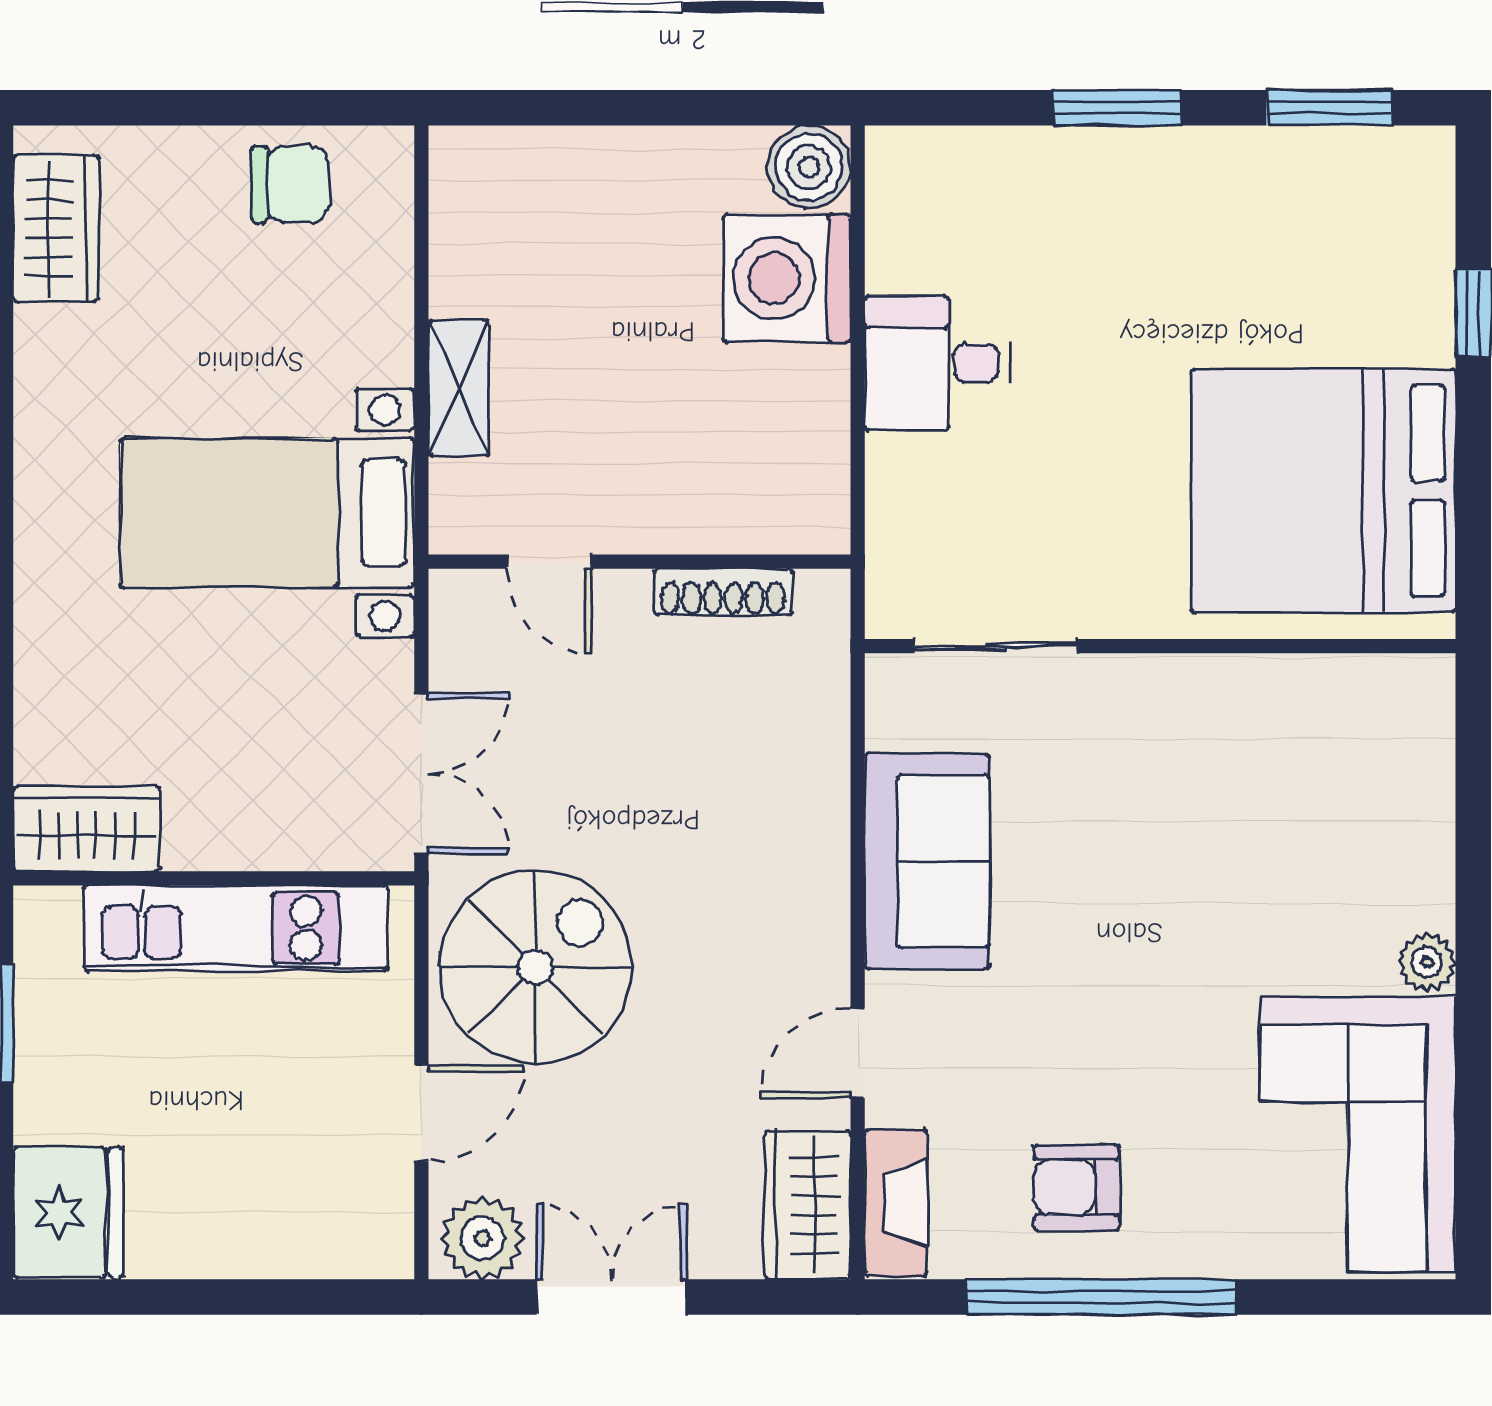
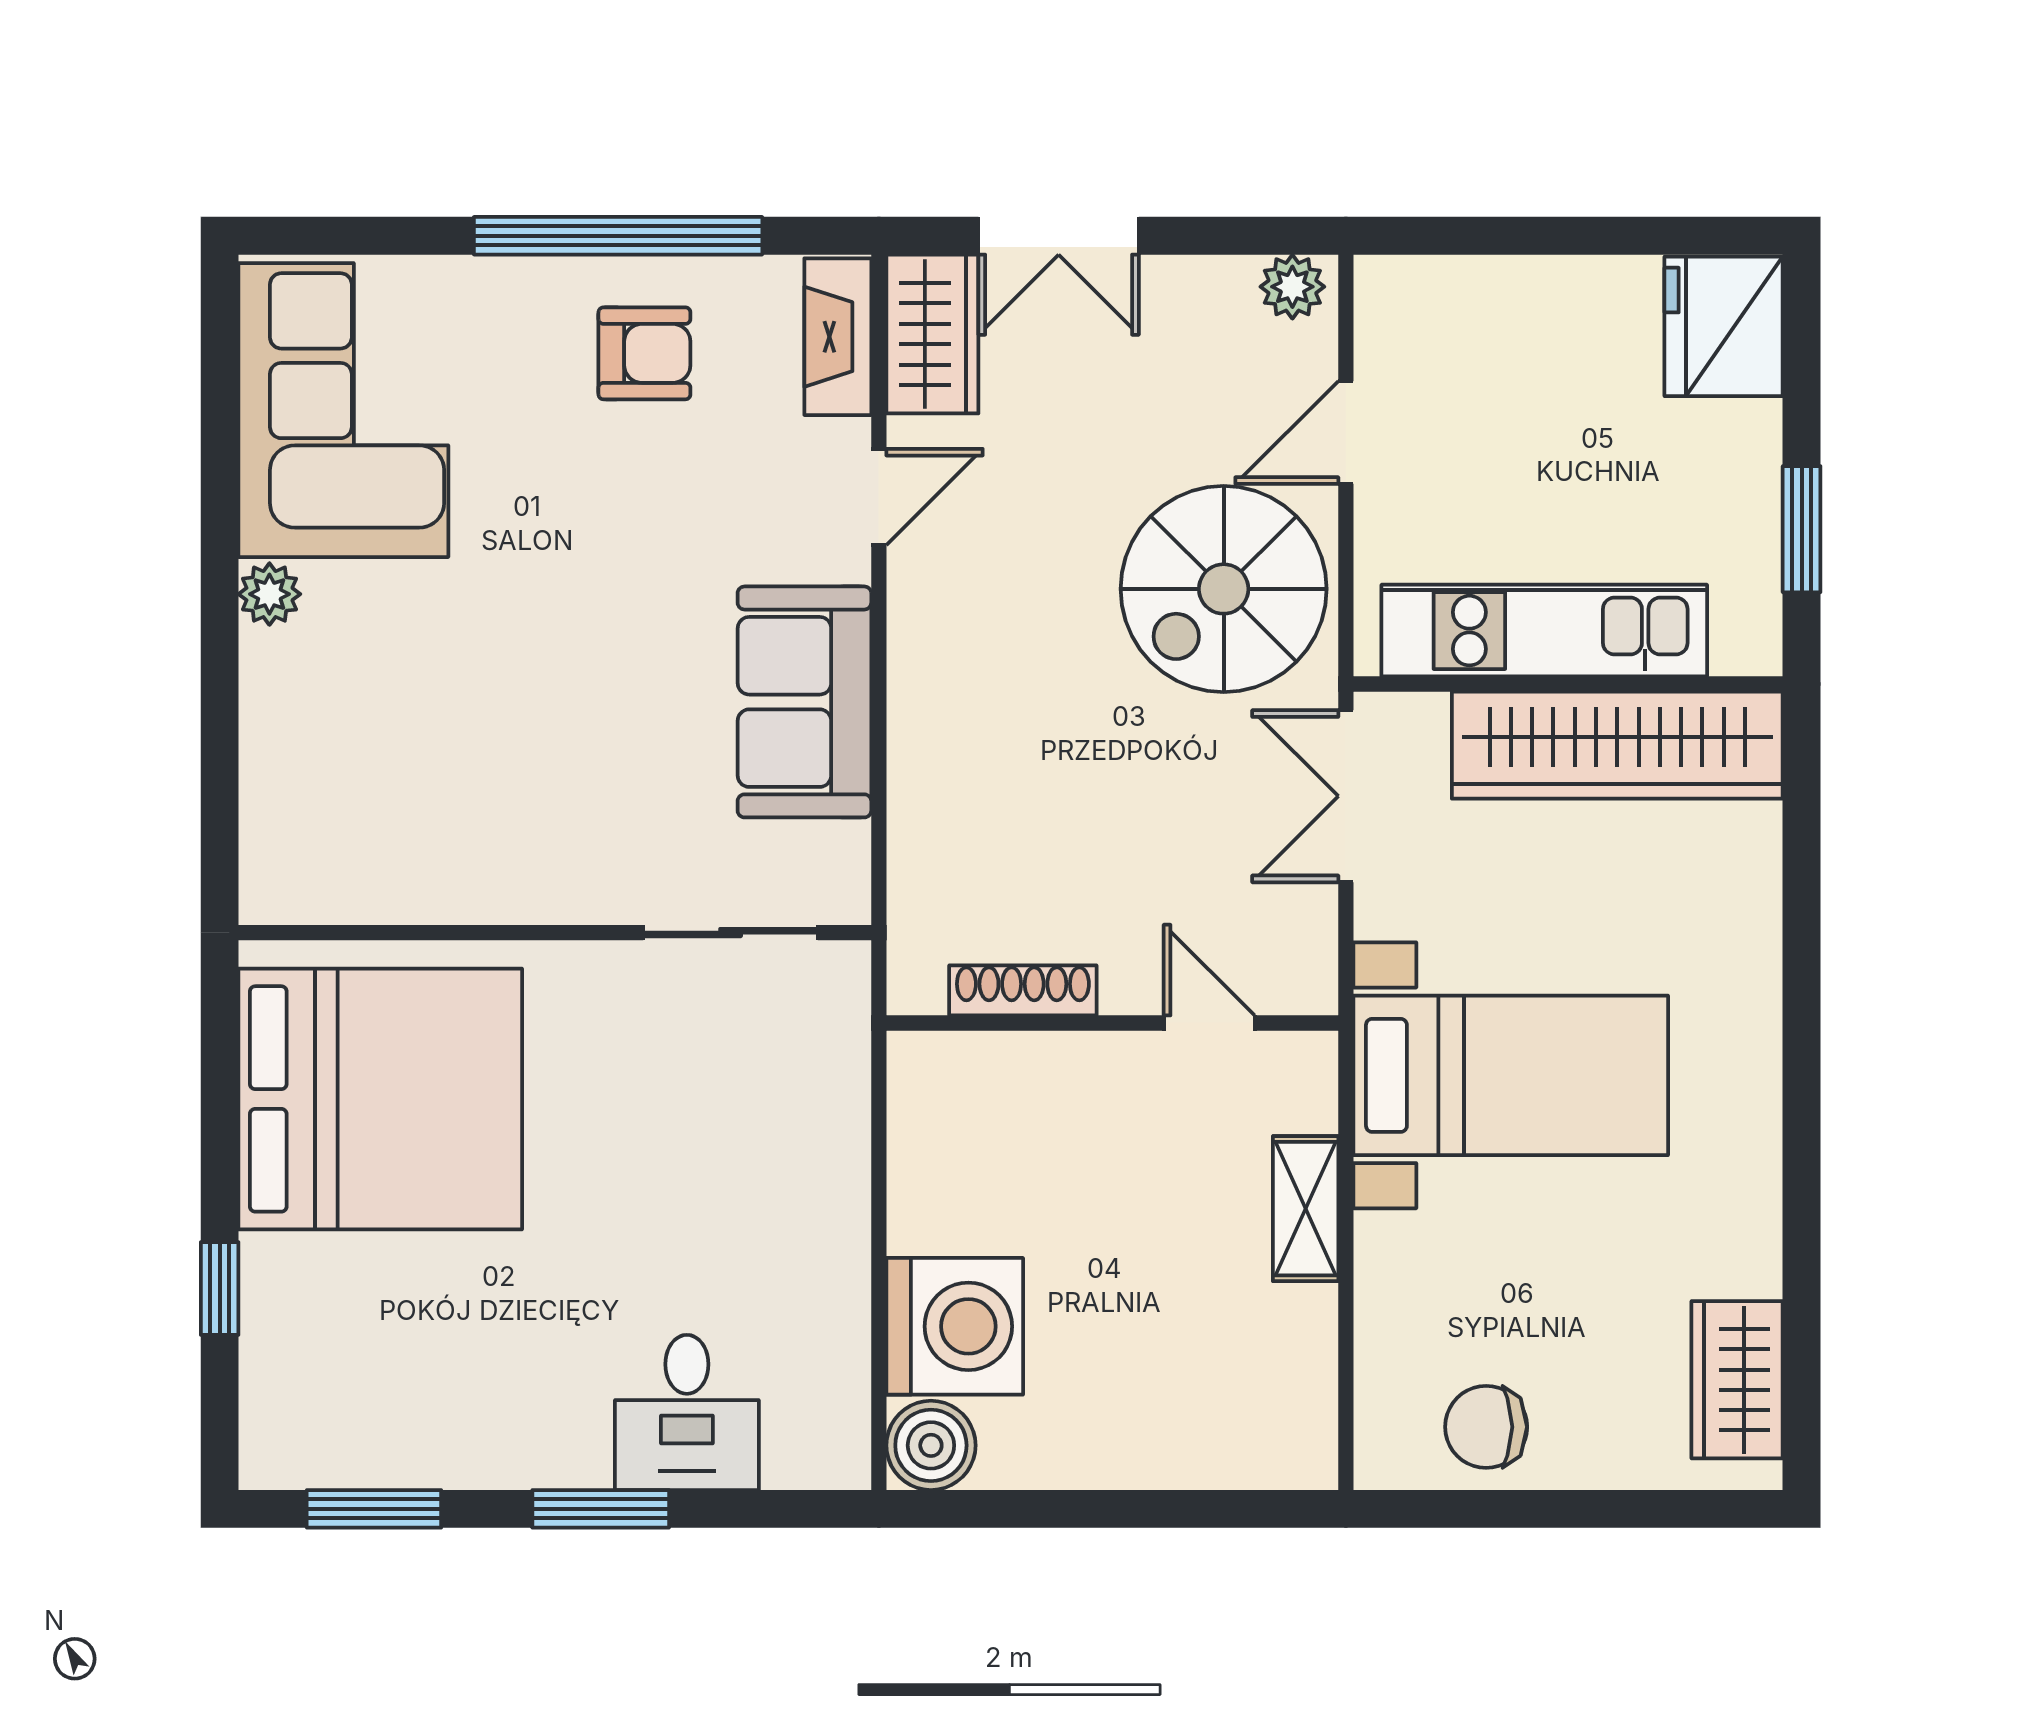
desk: (937, 363) -> (687, 1412), moved, turned 90
wardrobe: (87, 829) -> (1617, 745), width x2.10, depth x1.17
plant: (482, 1238) -> (1292, 287), width x0.73, depth x0.73
double door: (612, 1297) -> (1059, 236), moved

